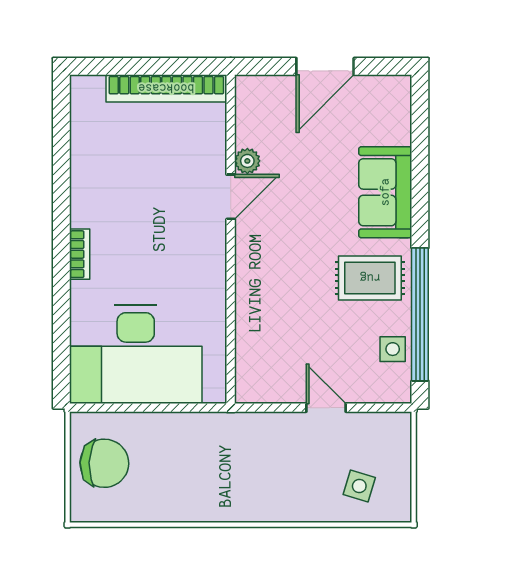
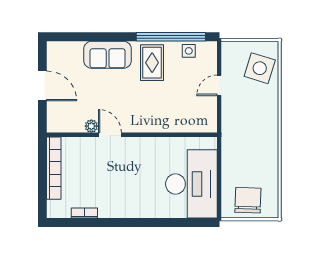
bookcase: (80, 254) -> (84, 213), moved
side table: (359, 486) -> (260, 68), width x1.87, depth x1.87

